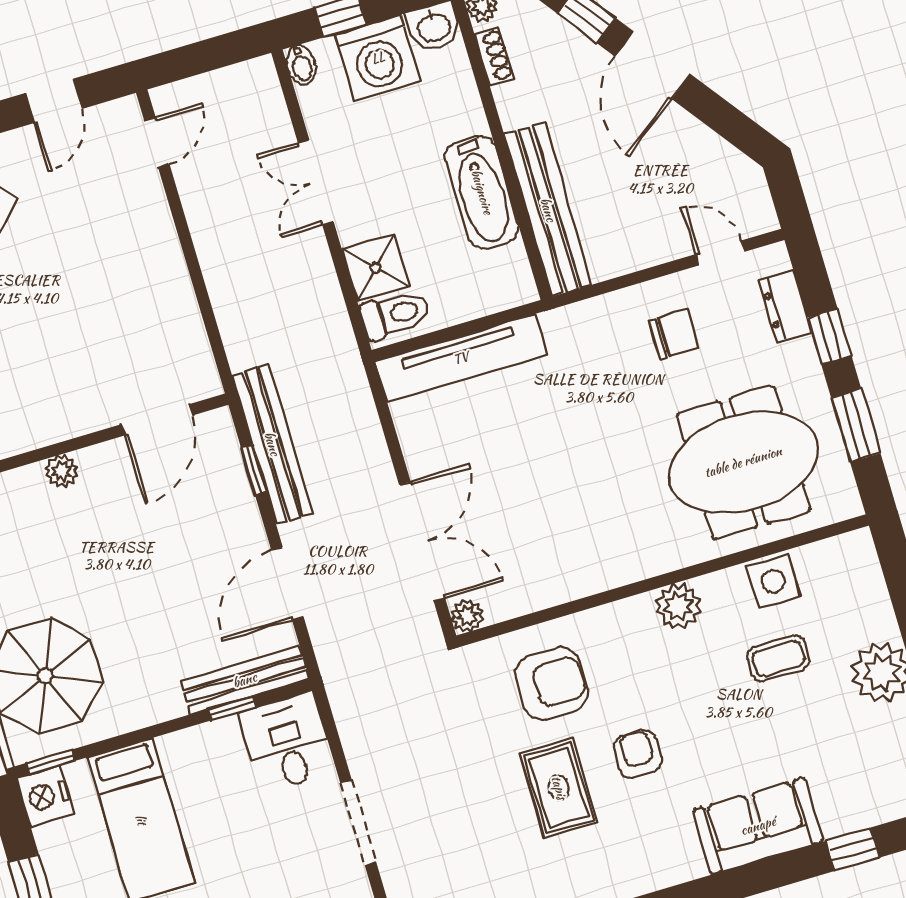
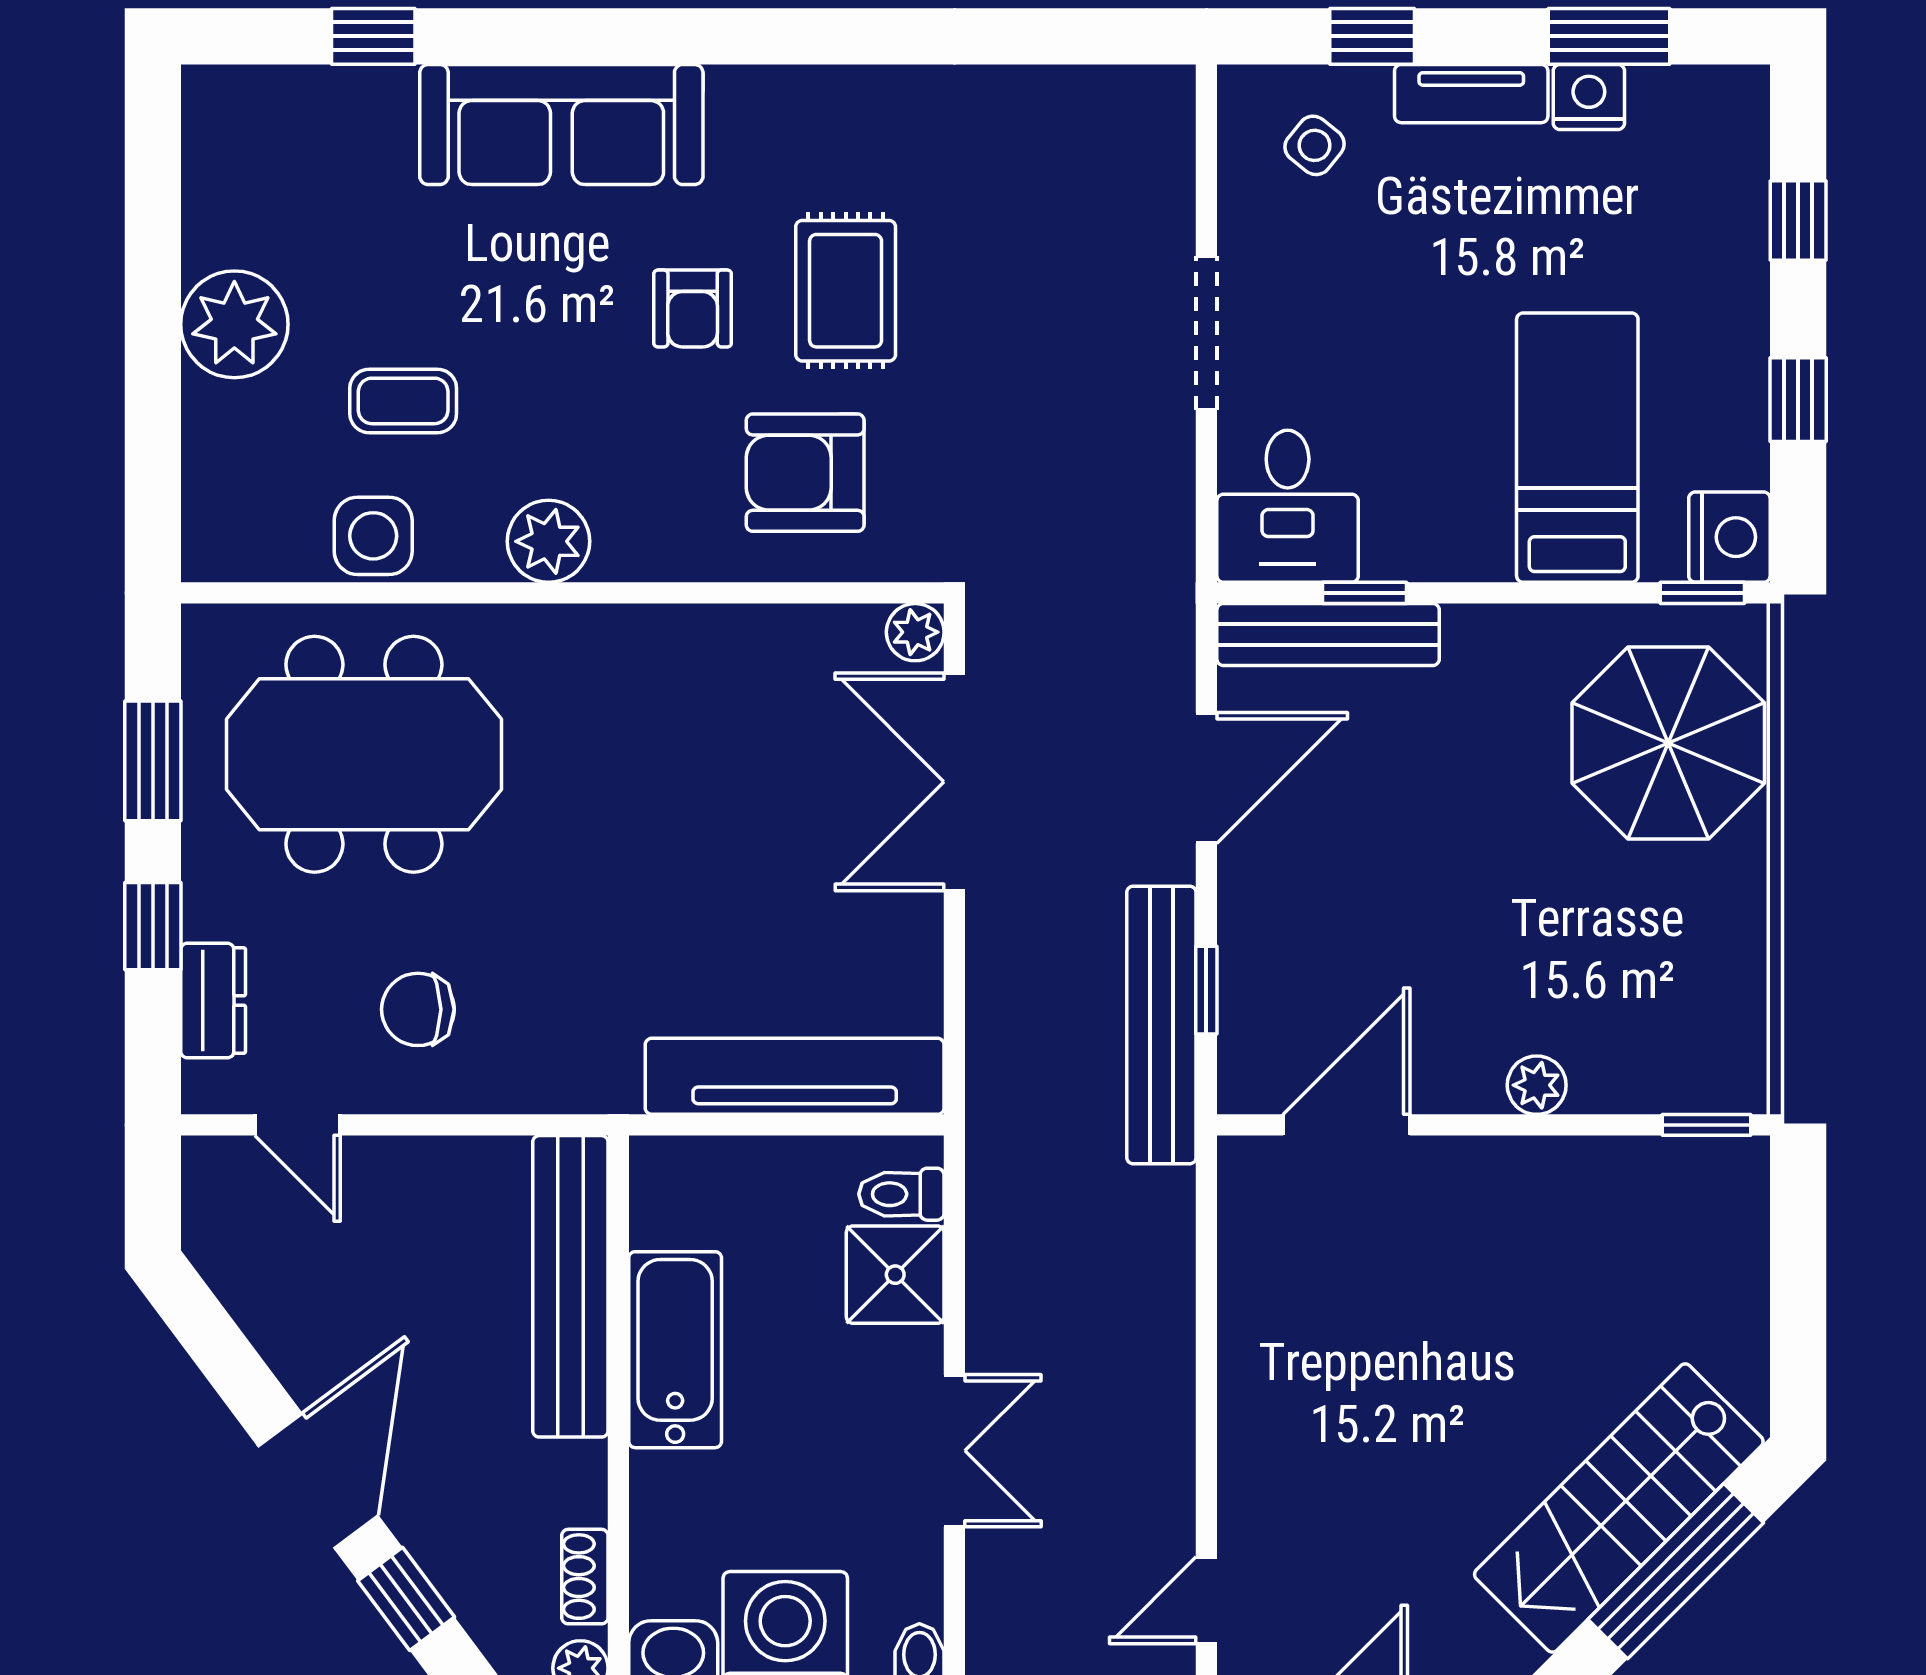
toilet: (395, 314) -> (901, 1194), width x0.73, depth x0.72
sofa: (758, 826) -> (561, 124), width x1.36

